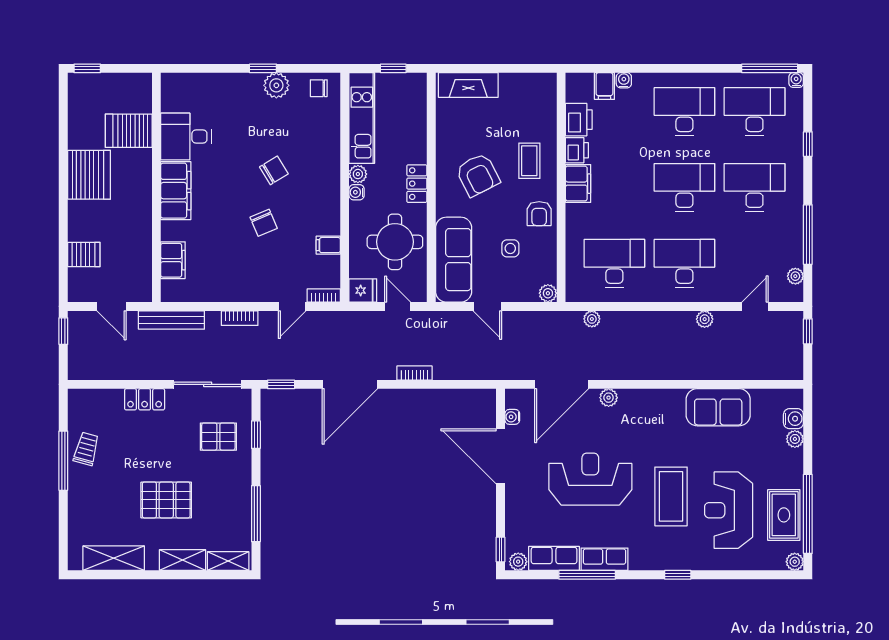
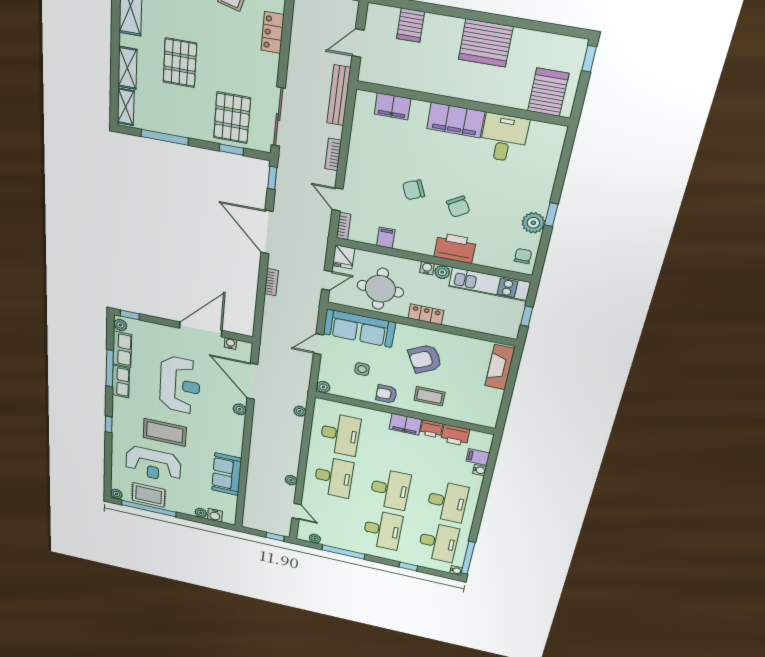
server rack: (129, 131) -> (548, 92), moved
printer: (325, 165) -> (455, 248), added
locker: (145, 399) -> (273, 32), moved
pallet: (218, 437) -> (232, 118), width x1.50, depth x1.42
reception desk: (729, 510) -> (153, 464), turned 180

